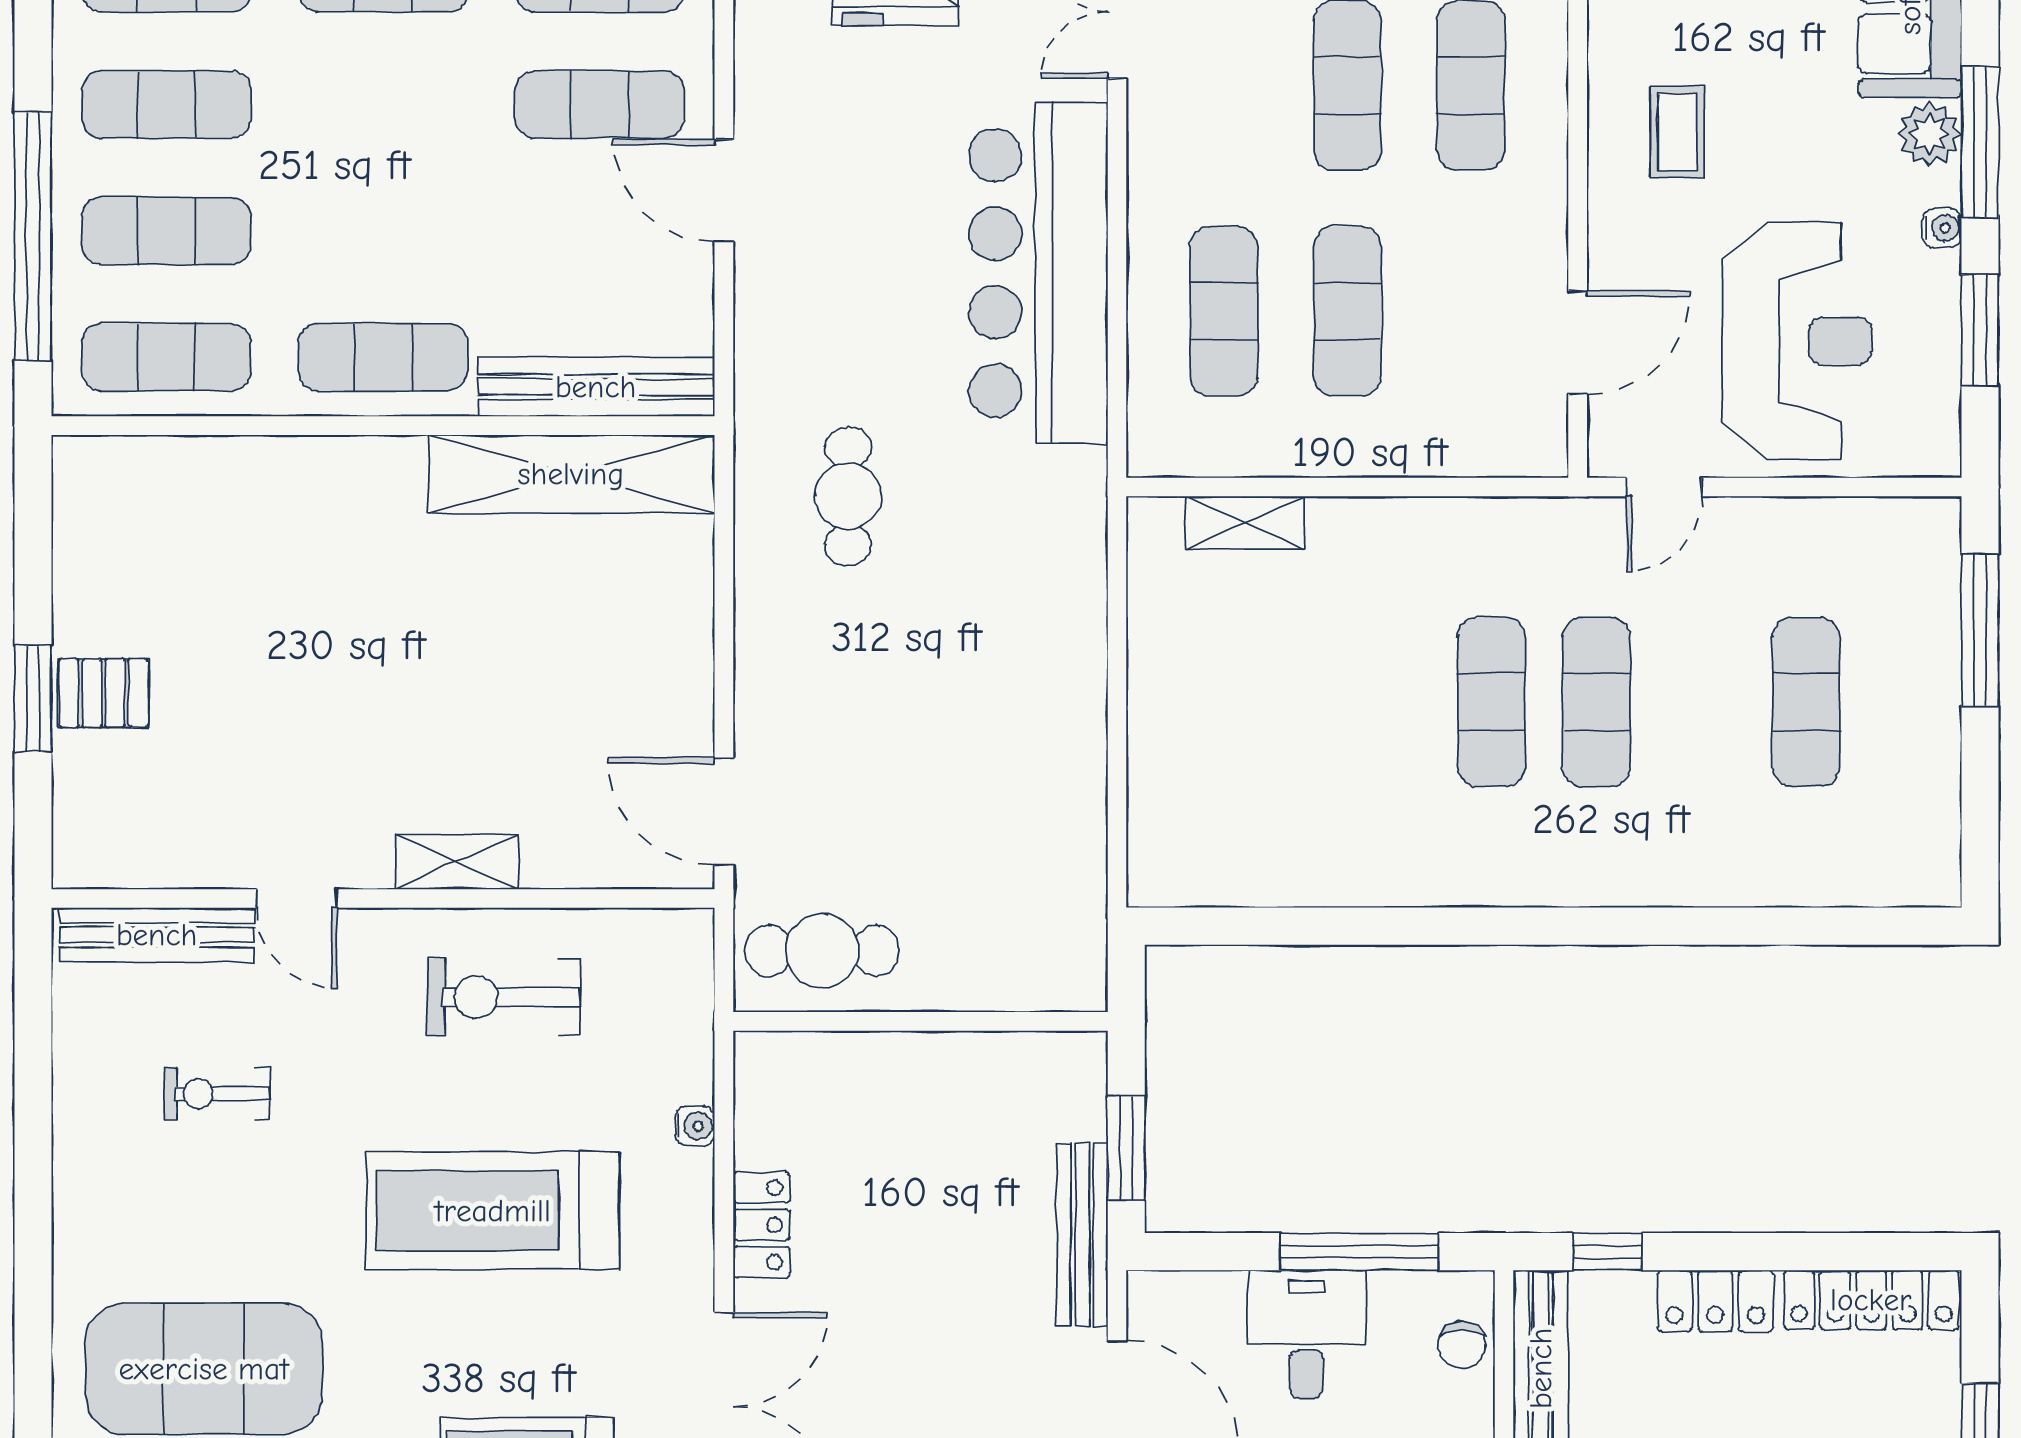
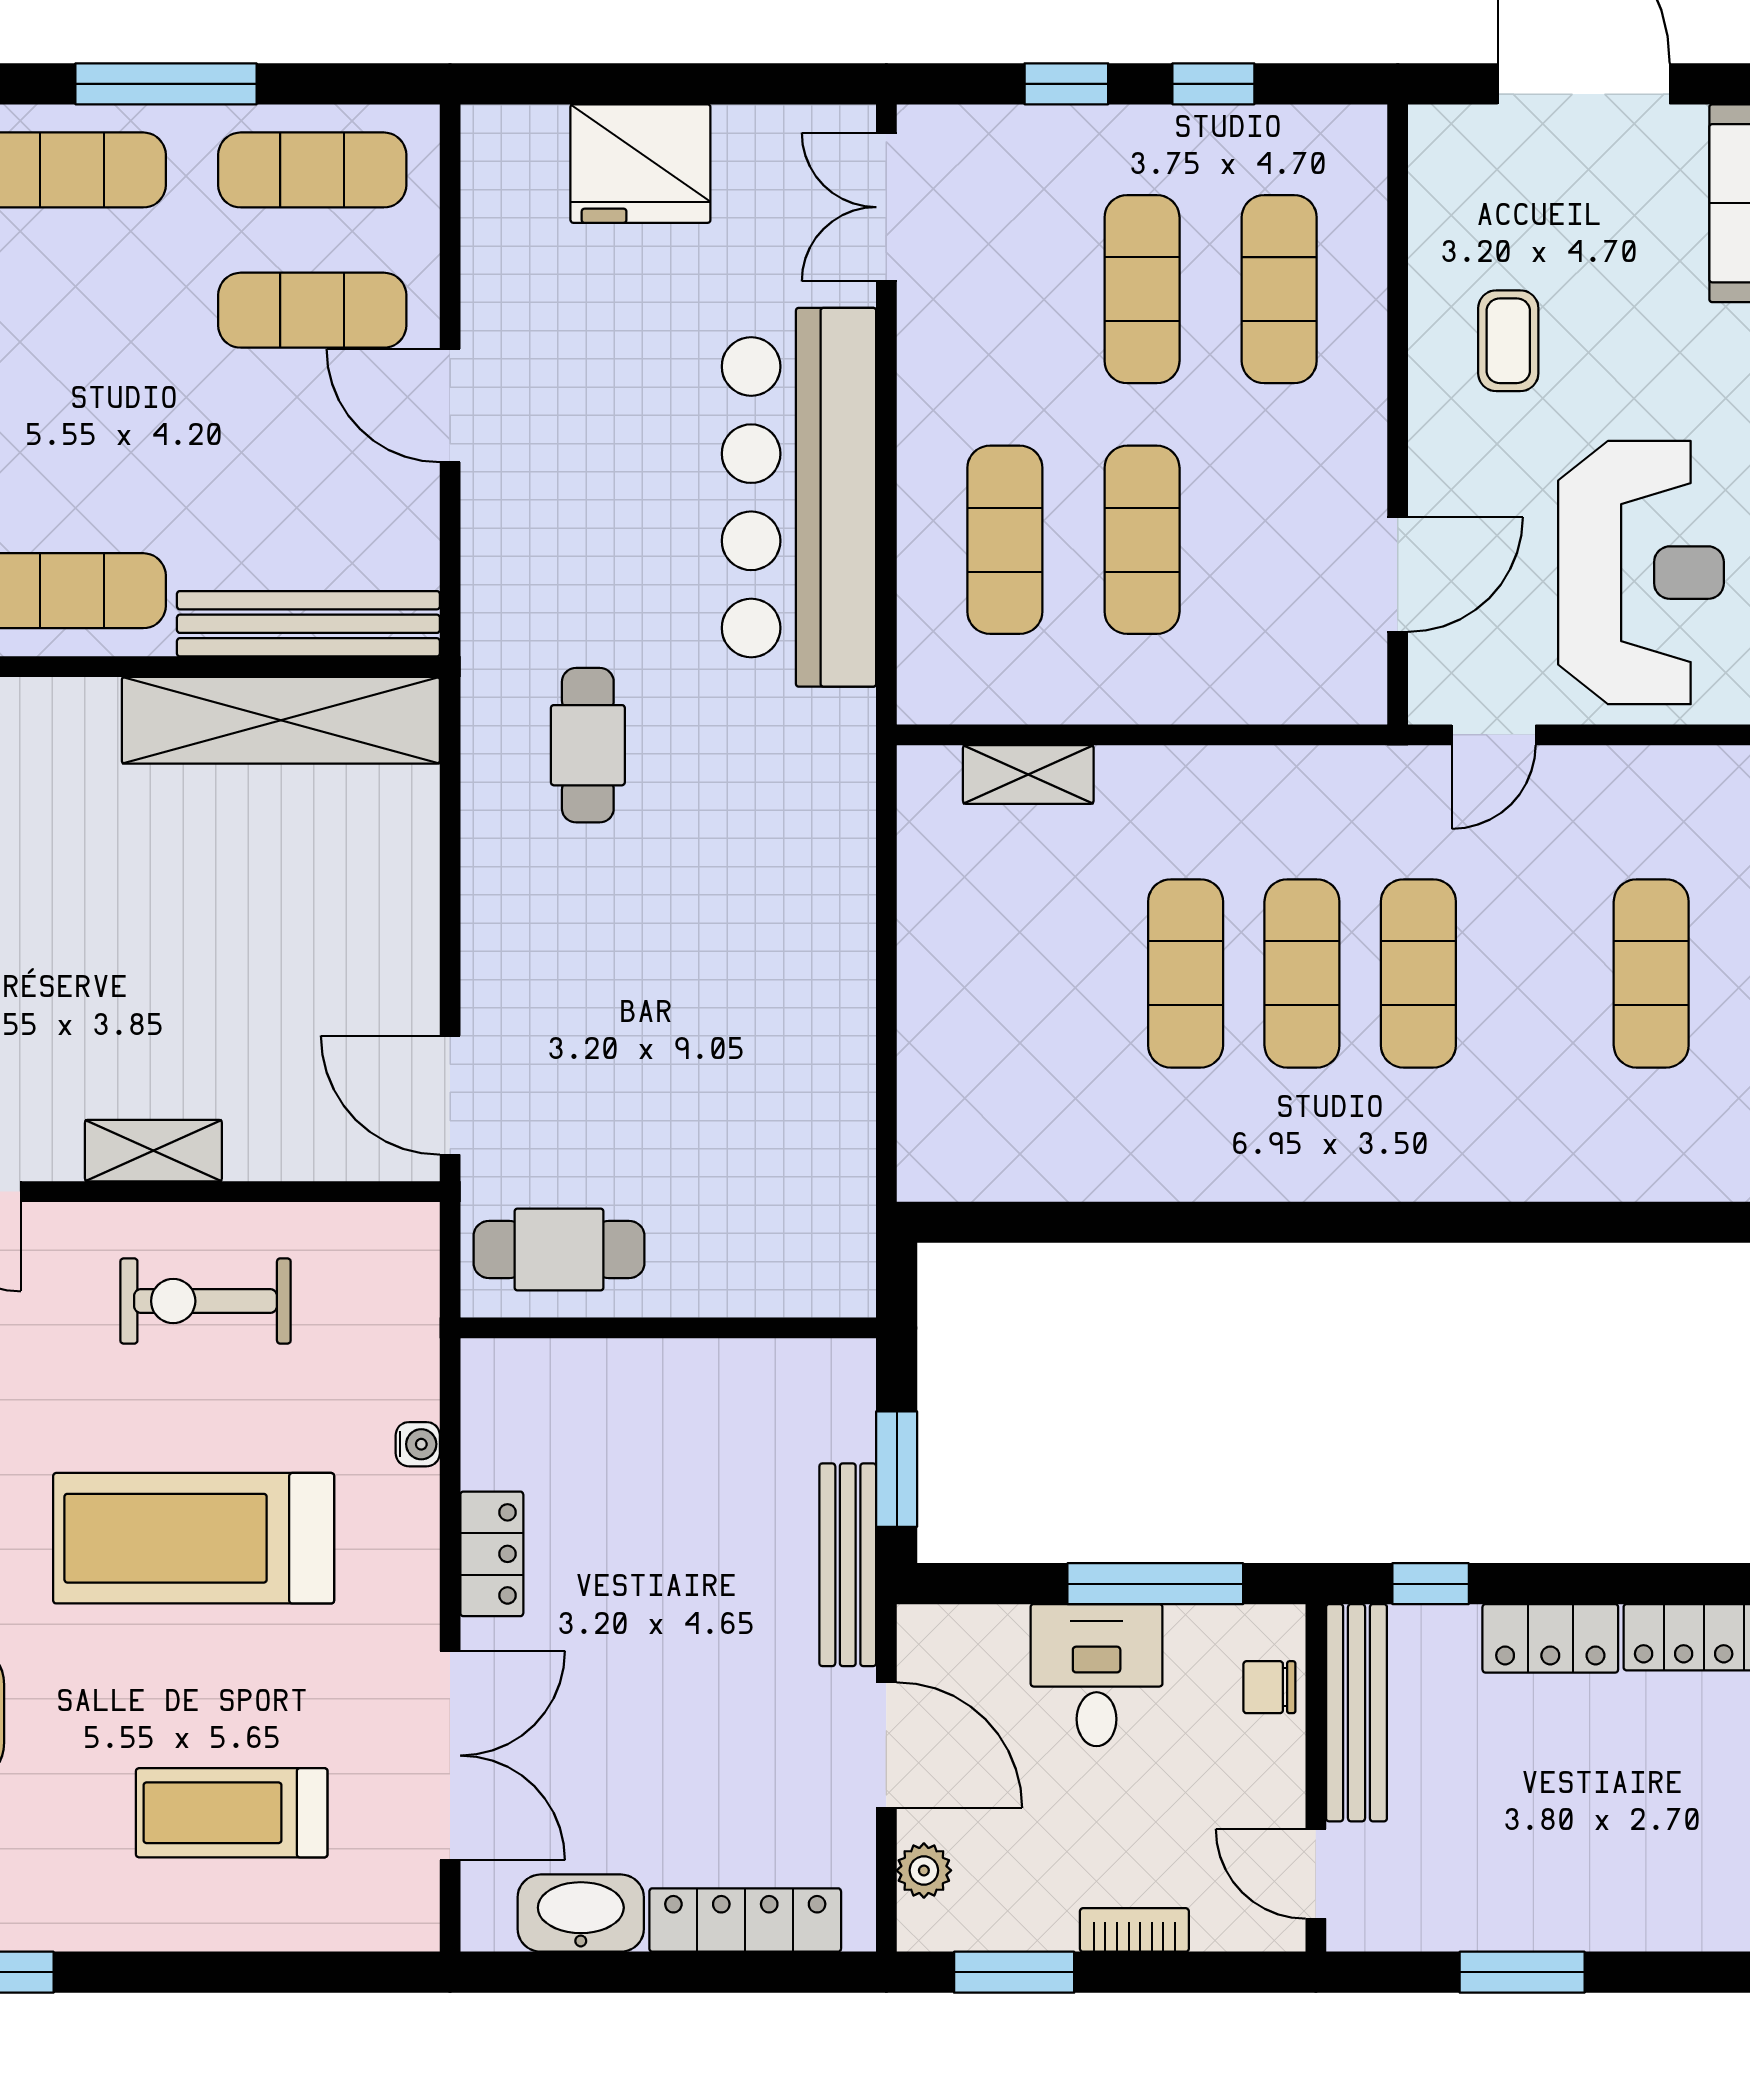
exercise mat: (1387, 702) -> (1186, 973), added
chair: (1462, 1345) -> (1269, 1687), turned 90

